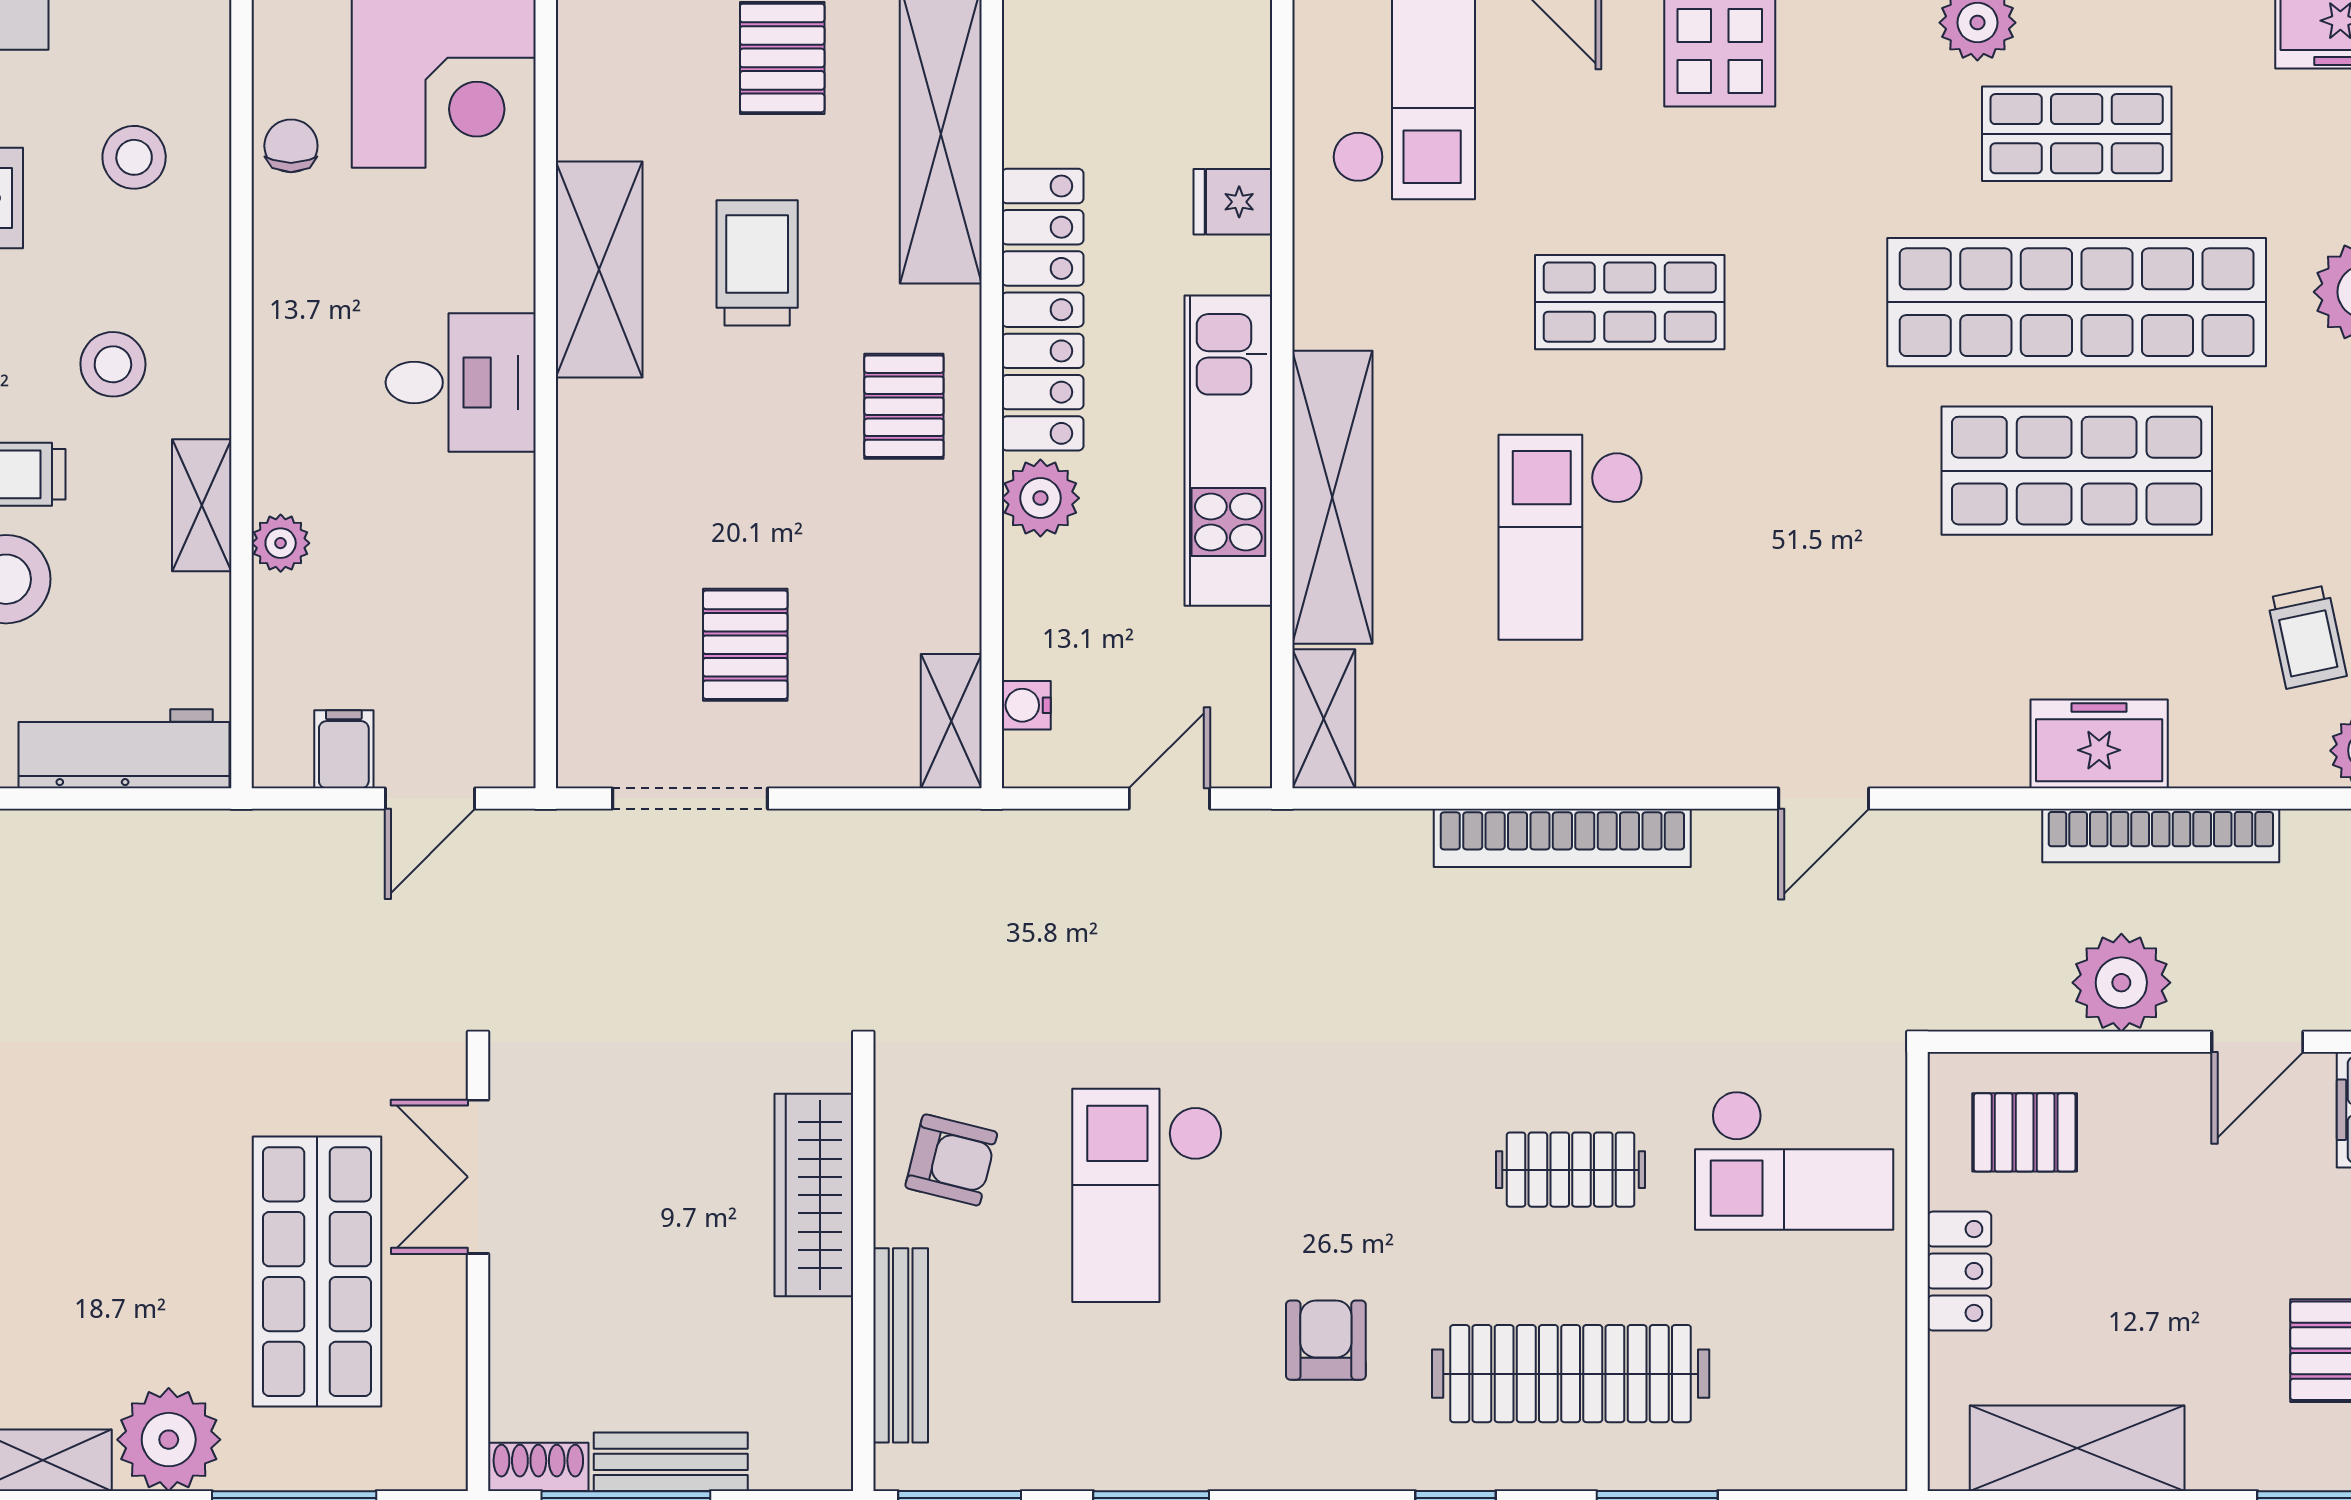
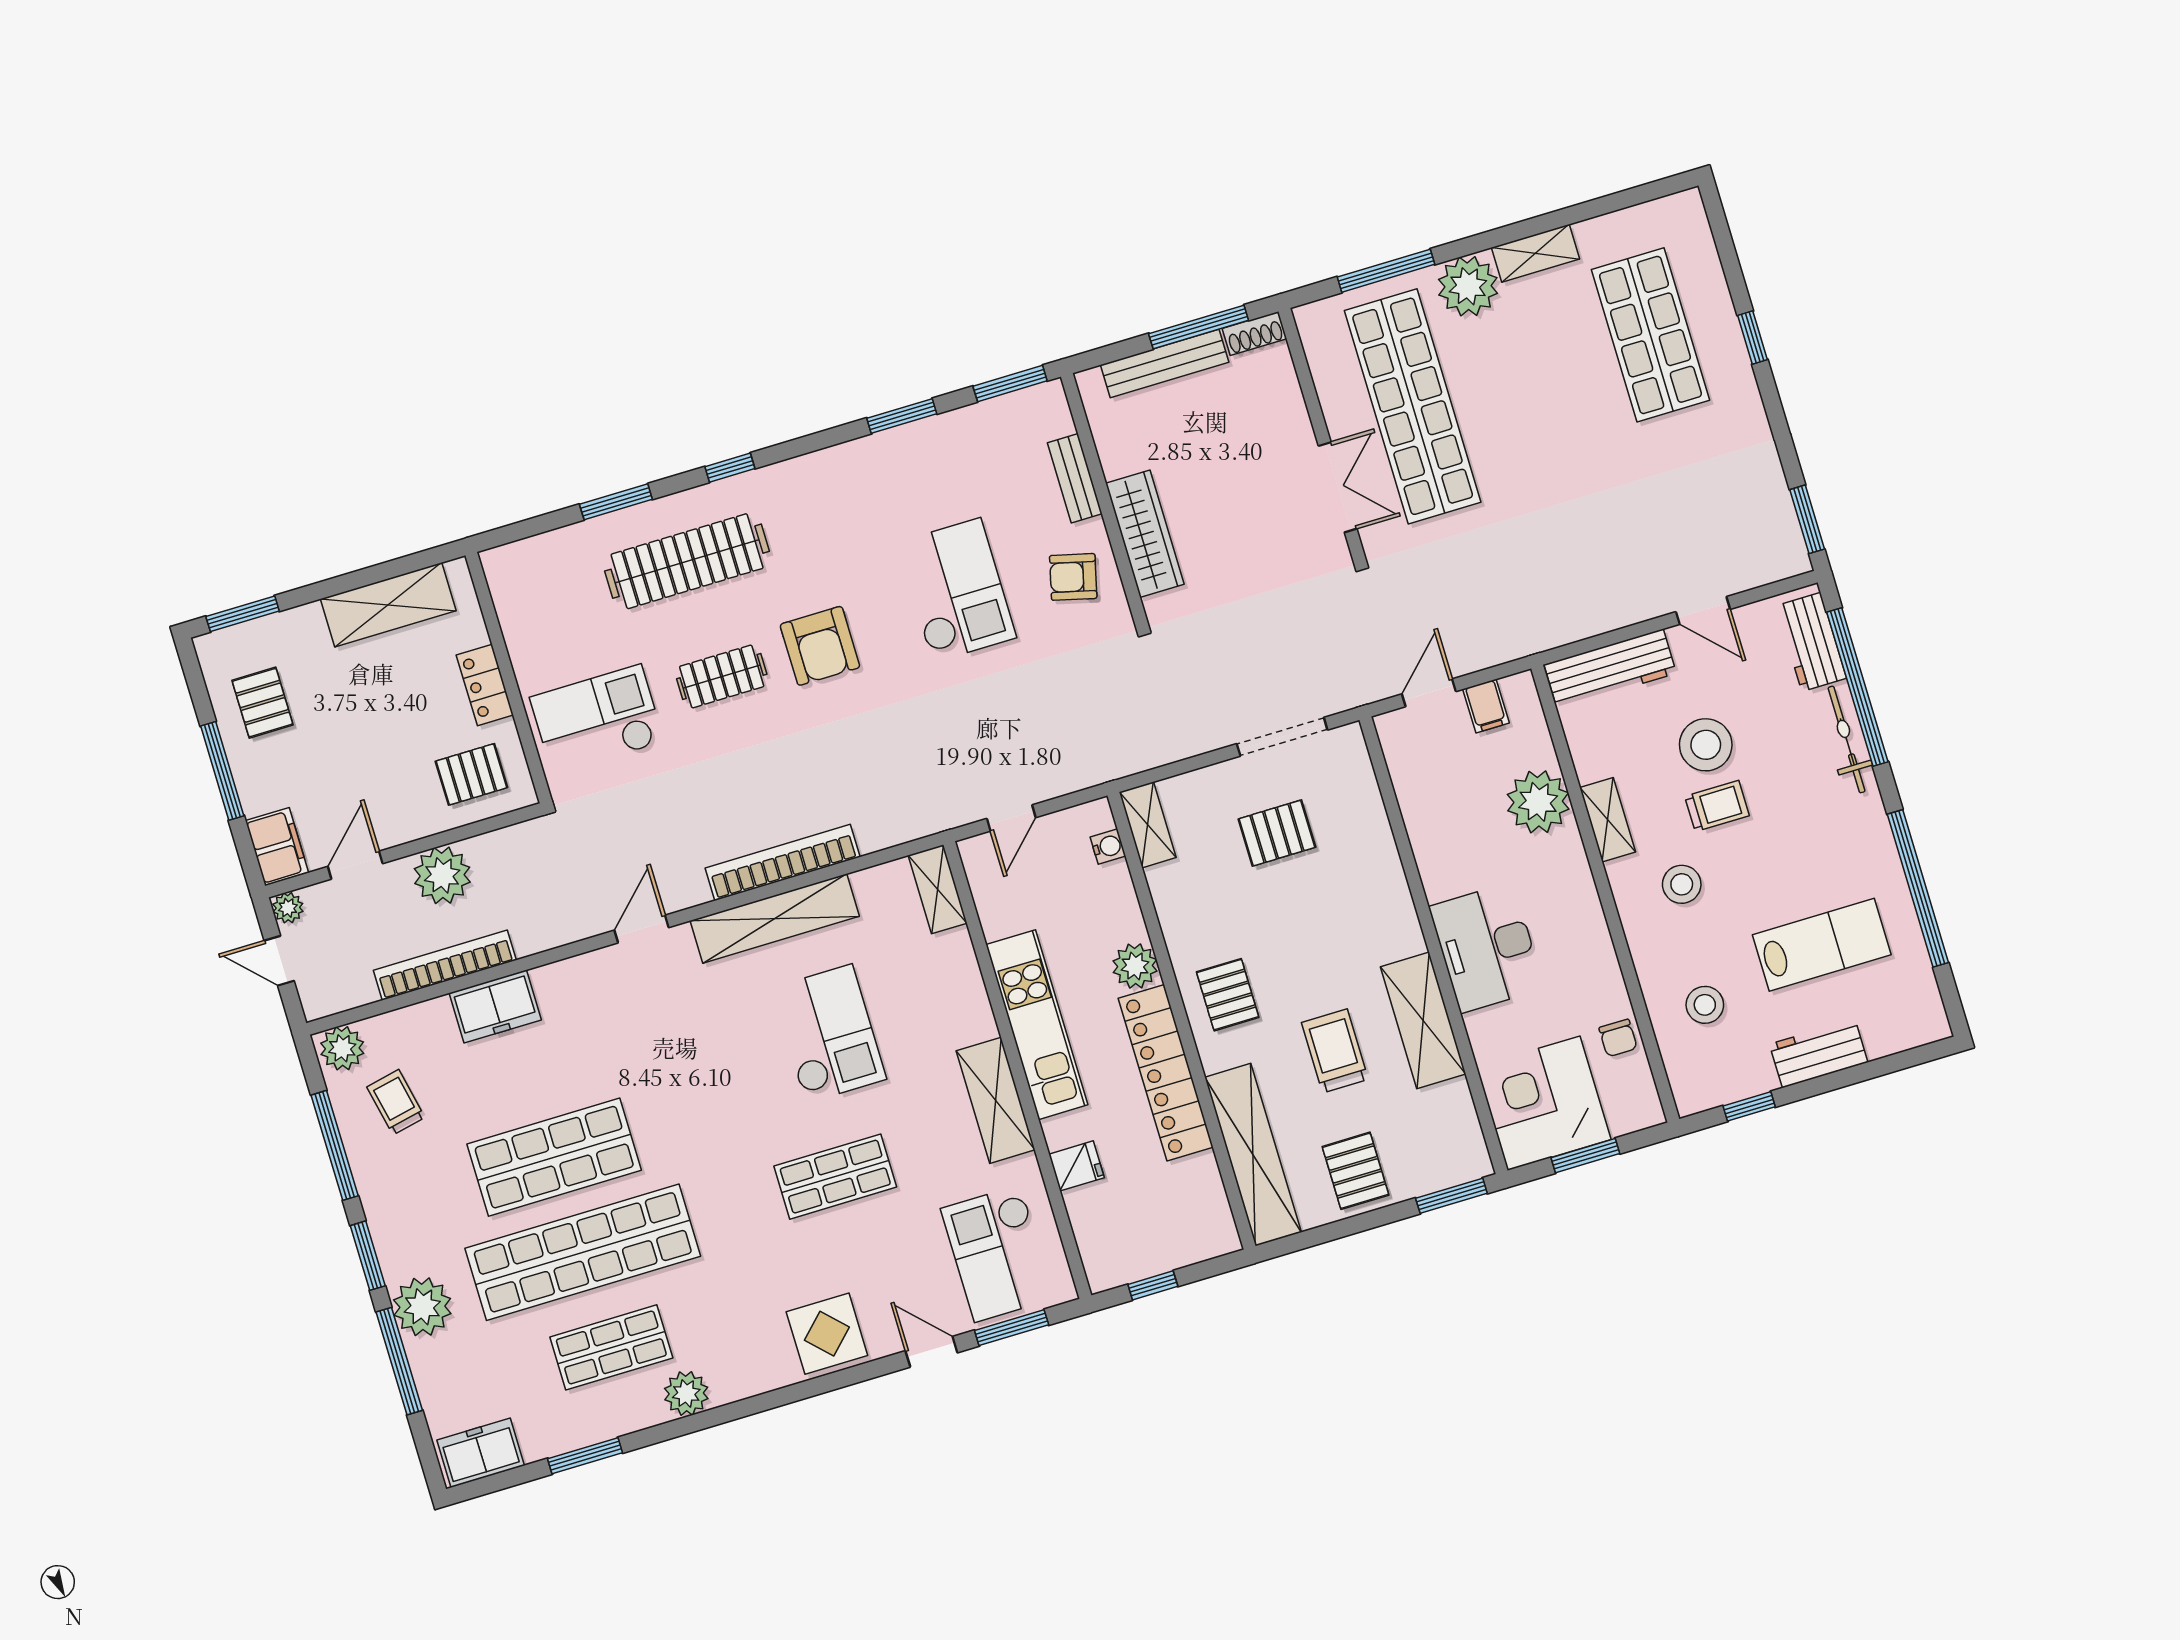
trolley: (757, 263) -> (1335, 1051), turned 180
desk: (461, 382) -> (1487, 948), width x1.37
shelving: (1332, 497) -> (996, 1100), moved, width x0.68
plant: (281, 543) -> (1538, 802), width x1.88, depth x1.88
pallet: (745, 645) -> (1277, 833), turned 90
shelving: (1602, 751) -> (775, 918), added
shop shelf: (317, 1272) -> (1413, 406), width x1.40
armchair: (1326, 1340) -> (820, 646), moved, width x1.38, depth x1.38
bench: (901, 1345) -> (1075, 478), width x0.73
bench: (671, 1462) -> (1165, 364), width x1.36

